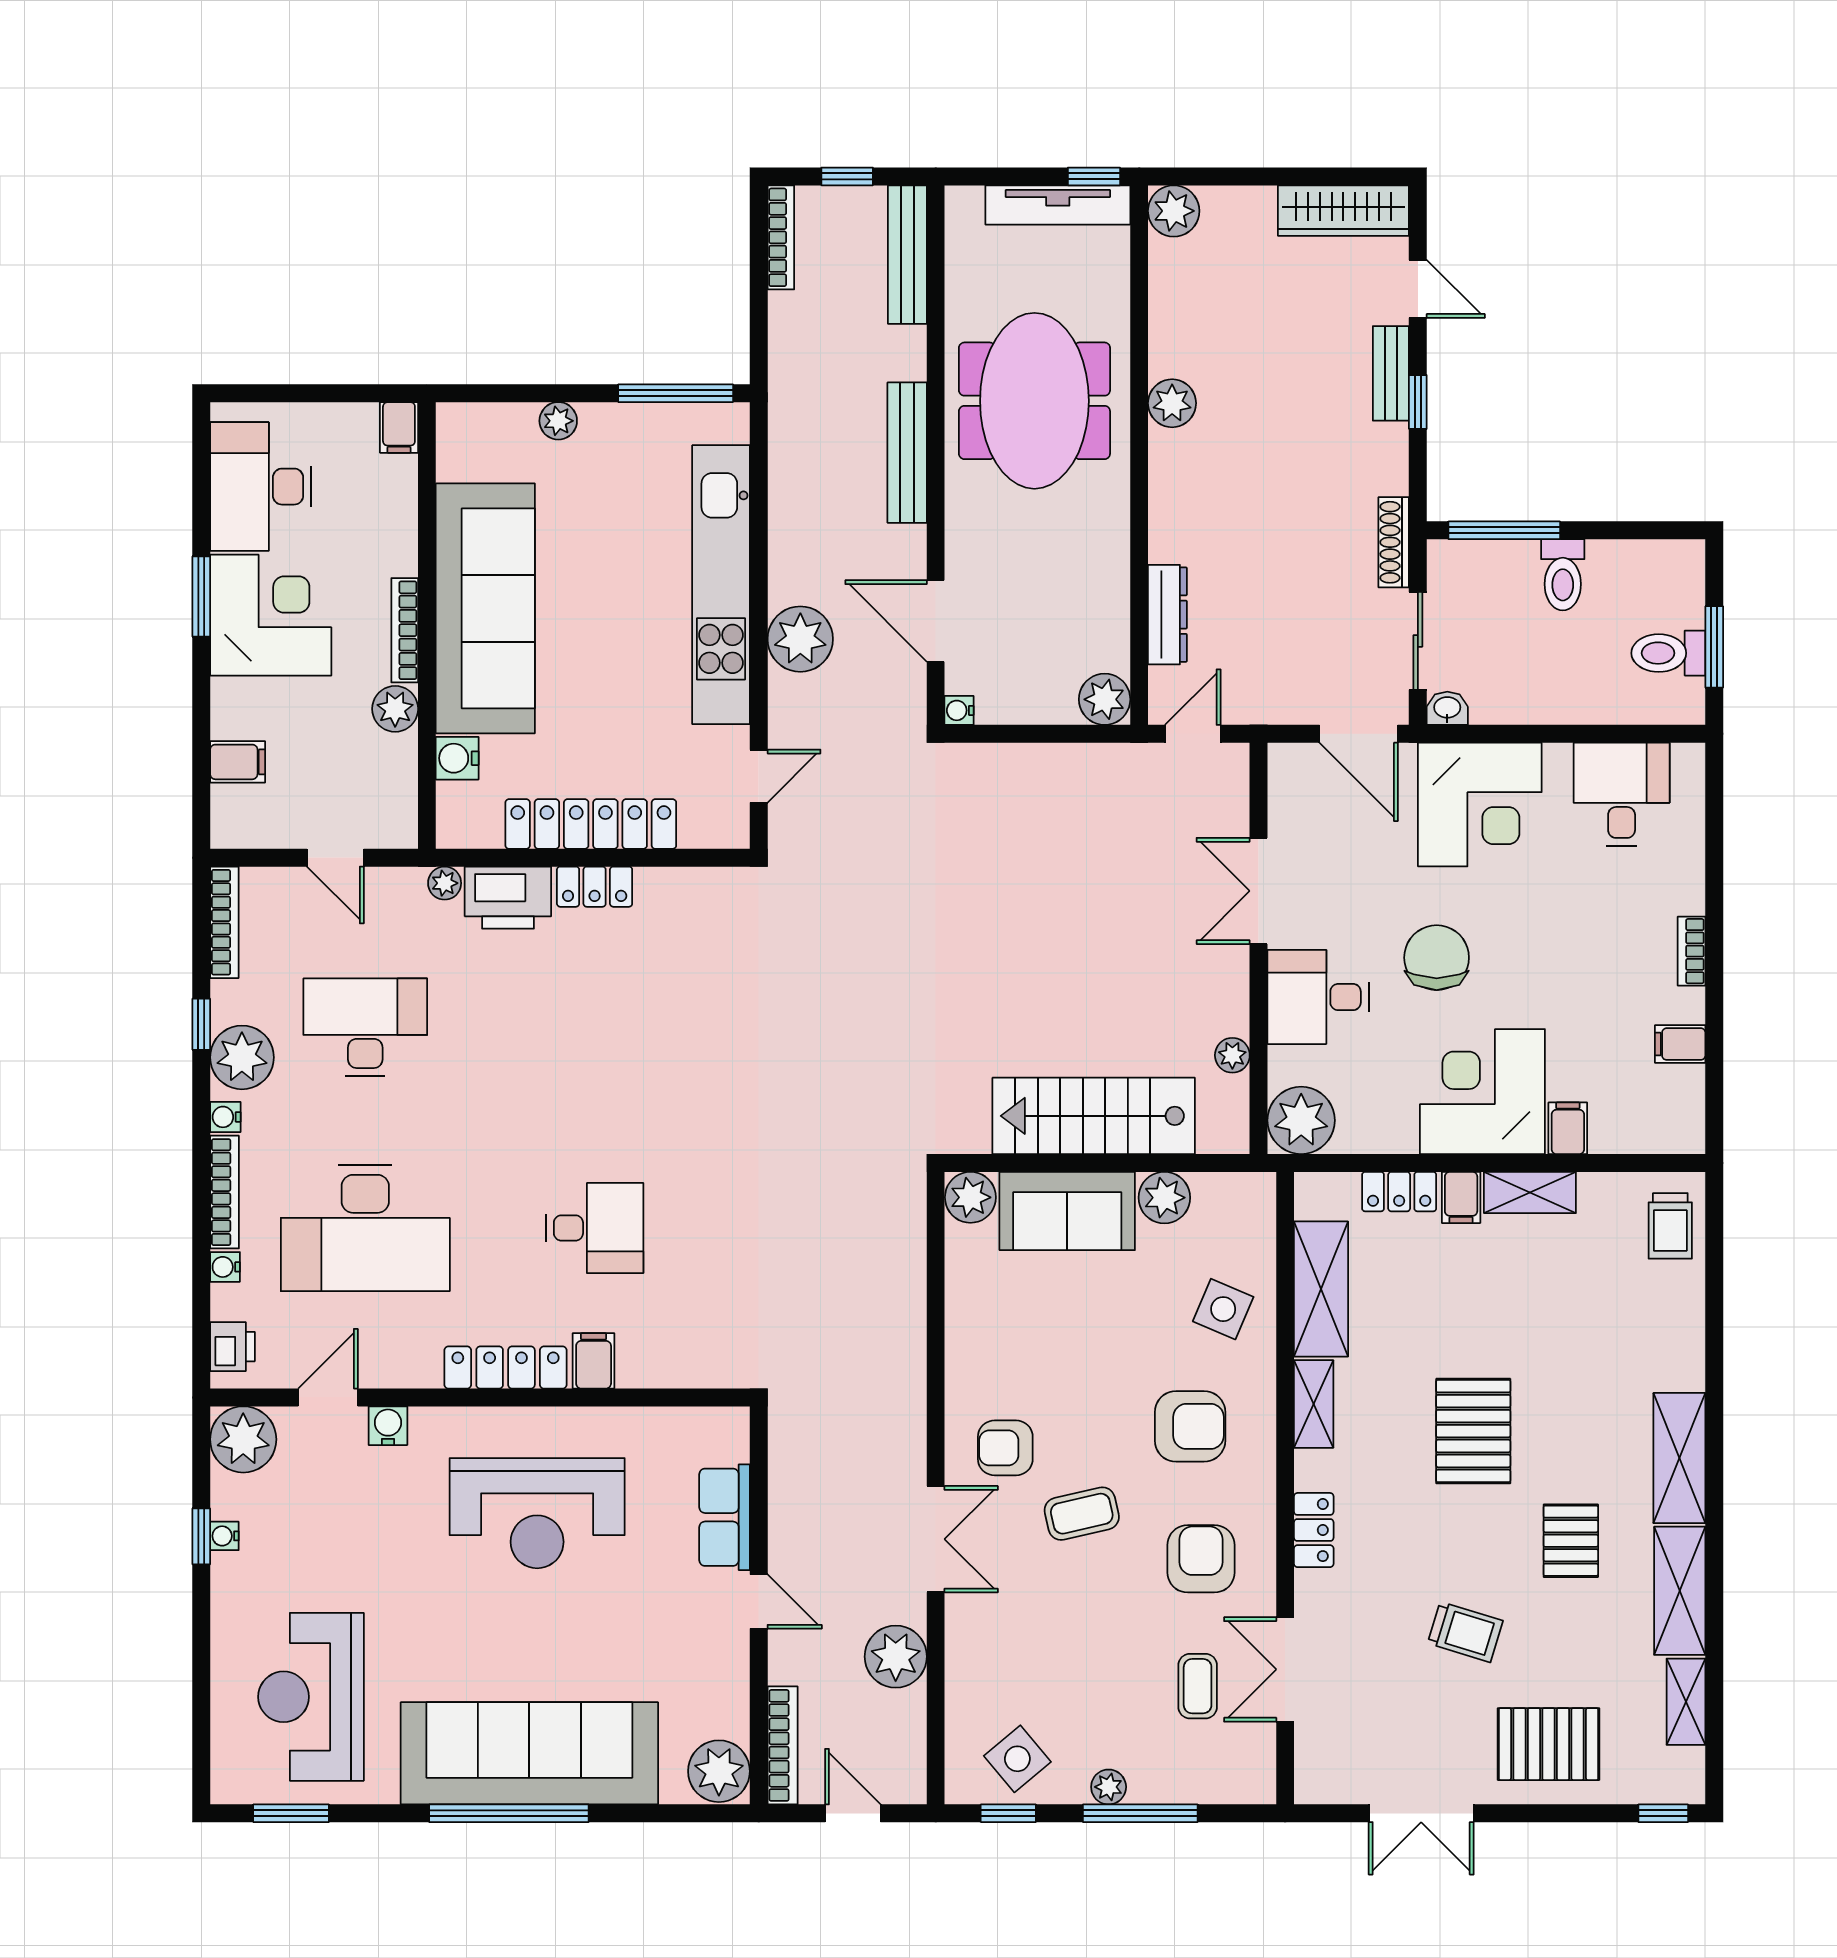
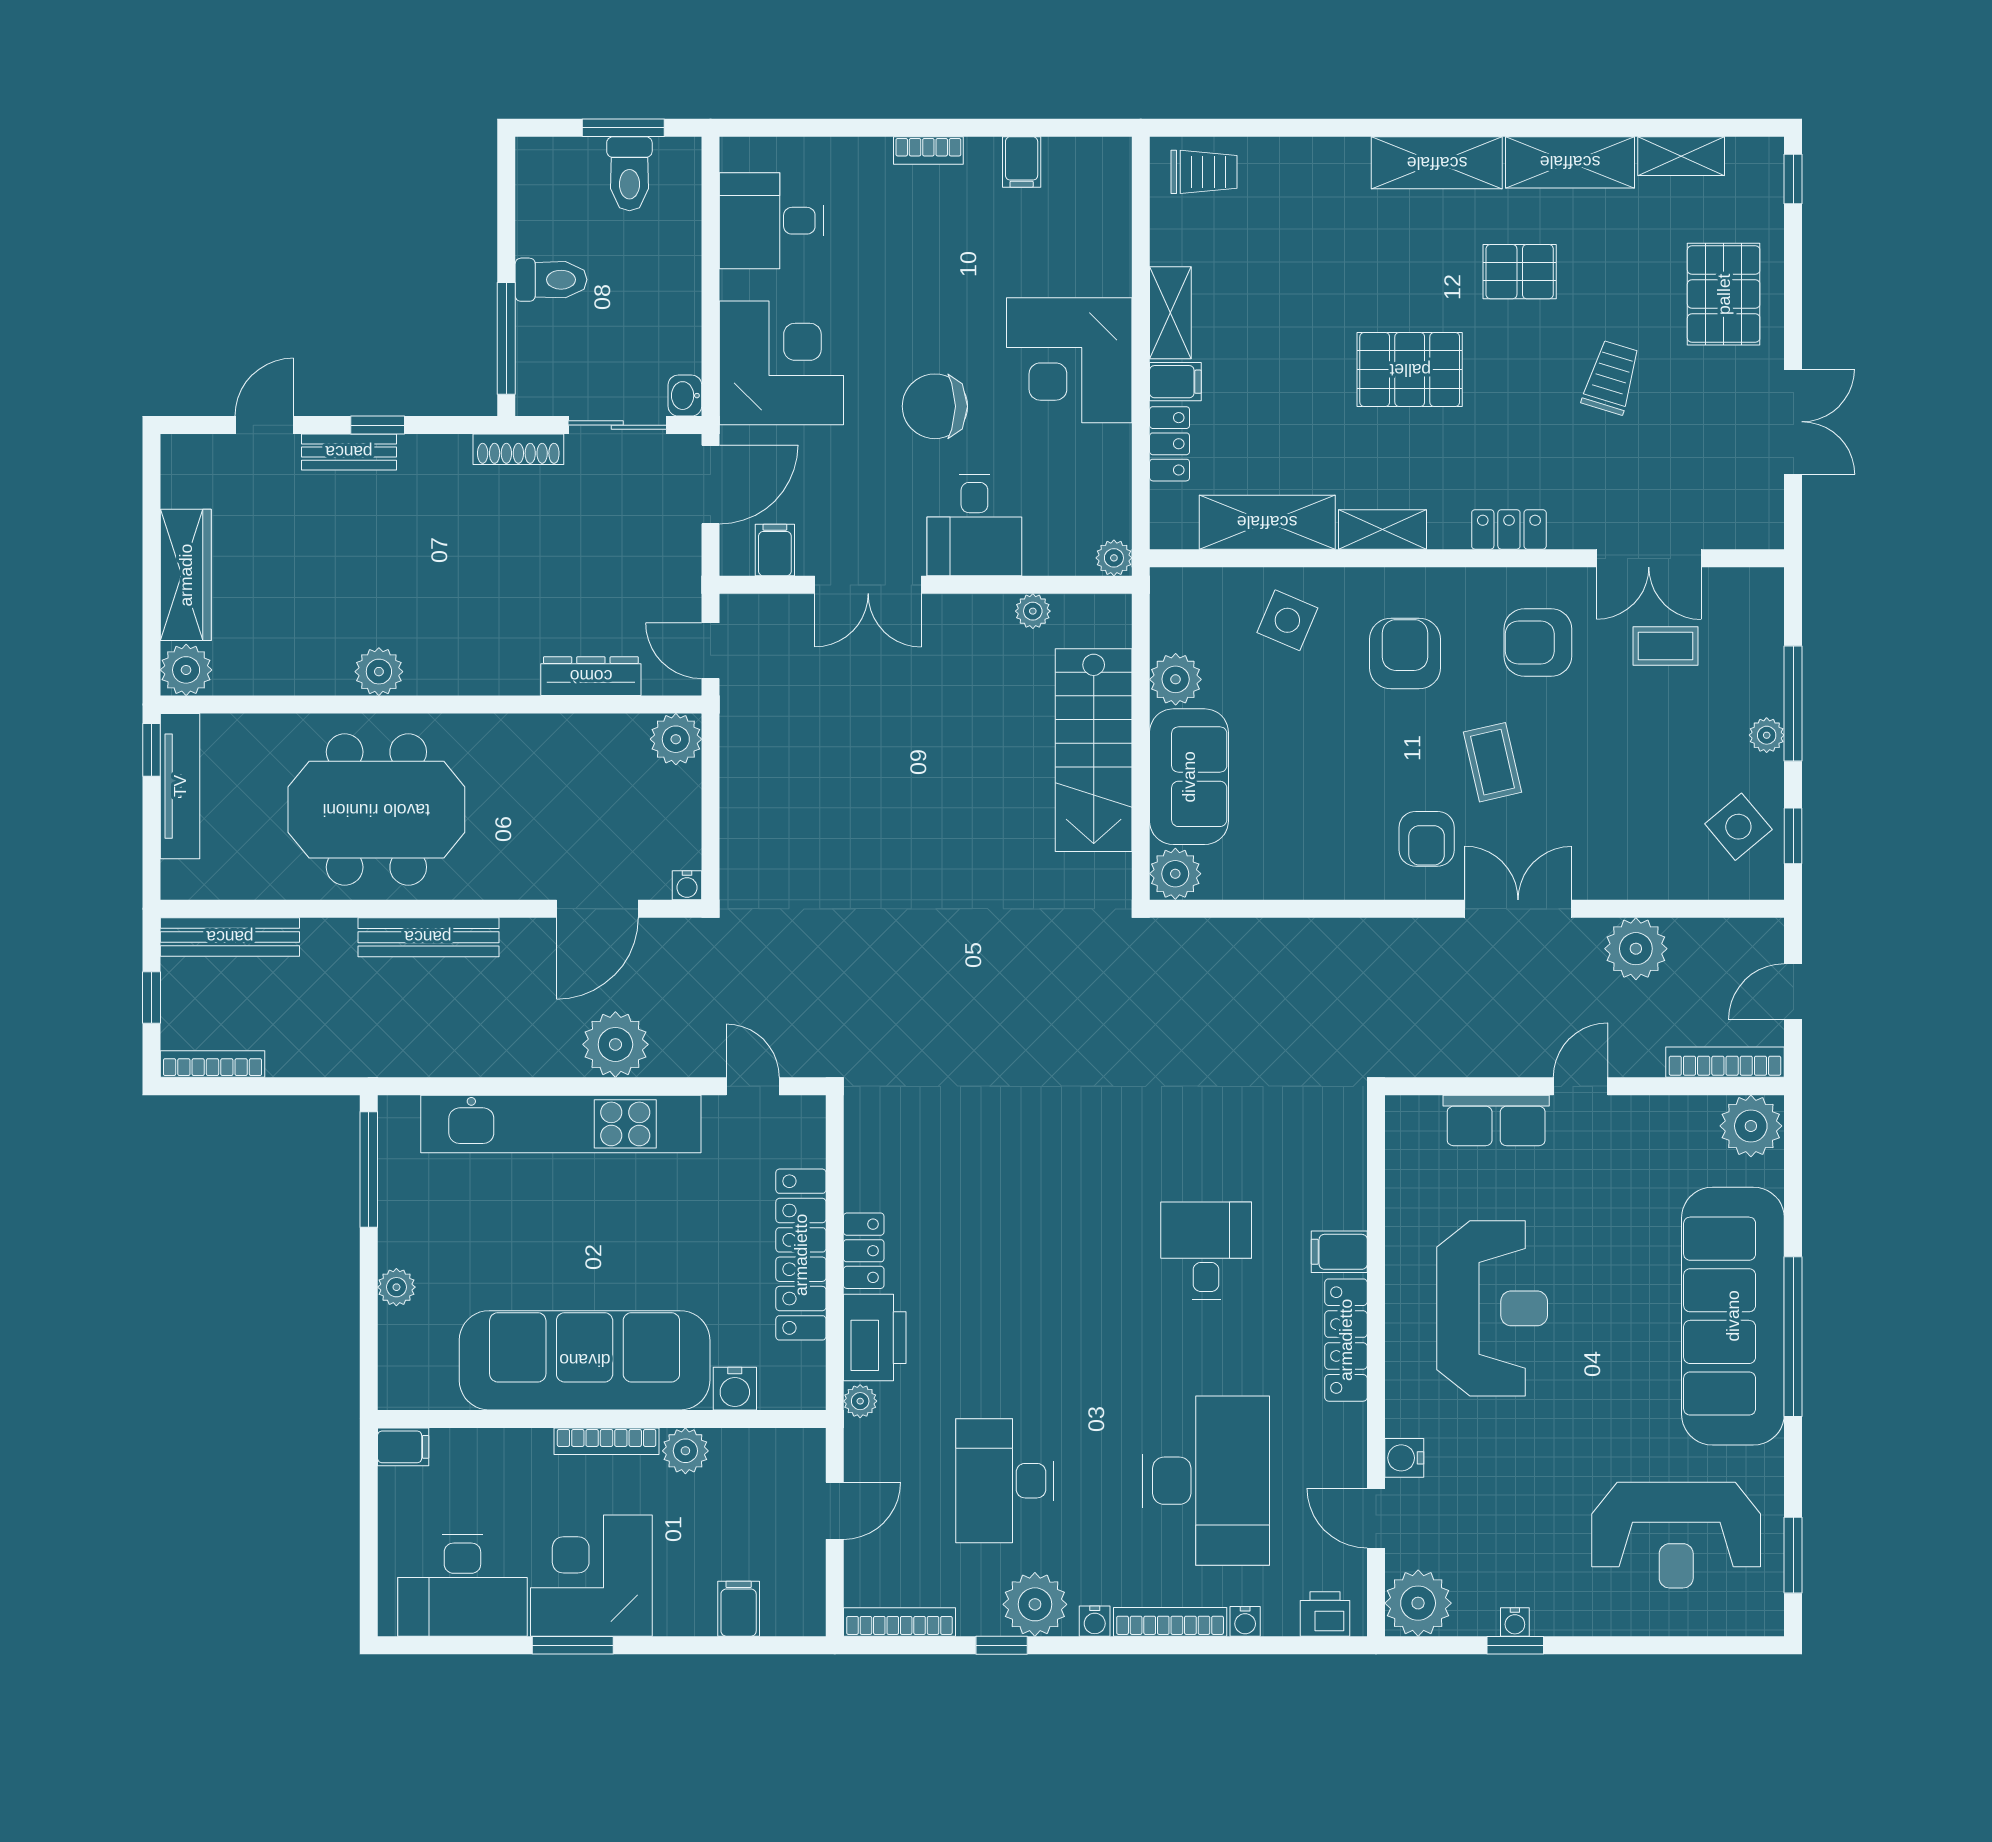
wardrobe: (1343, 211) -> (186, 575), moved
plant: (1301, 1120) -> (1114, 558), width x0.53, depth x0.53
filing cabinet: (1568, 1128) -> (775, 550), moved, turned 90

